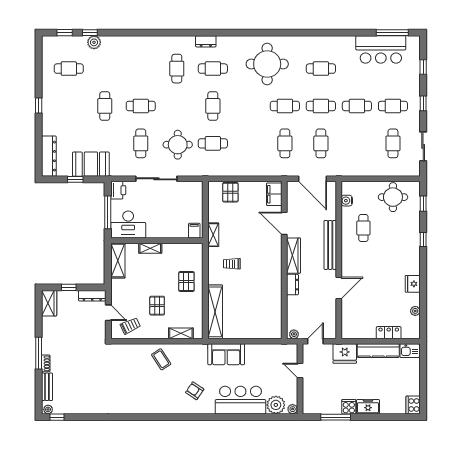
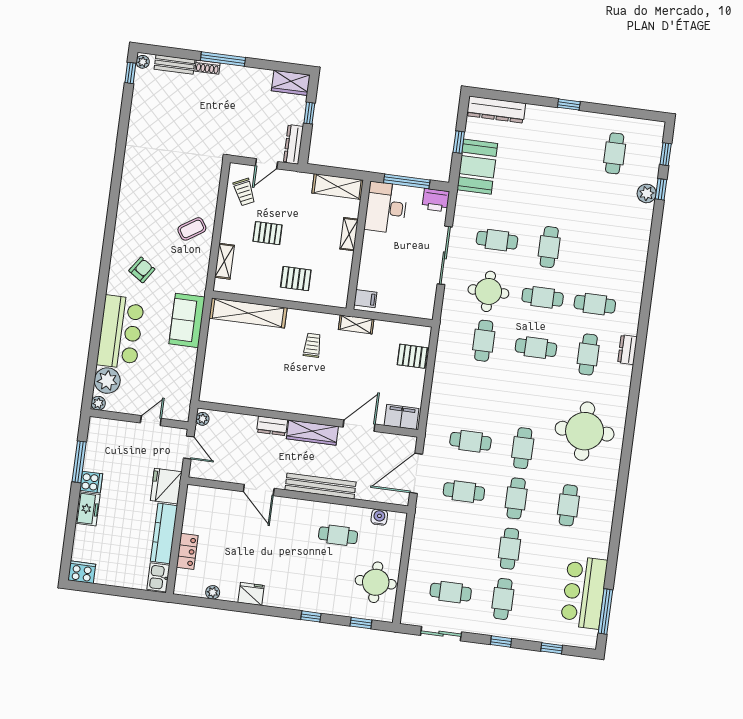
cafe table: (105, 106) -> (543, 297), moved

